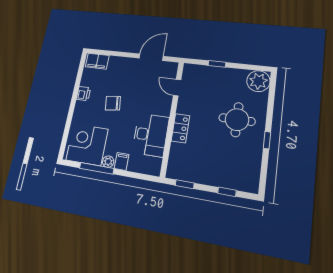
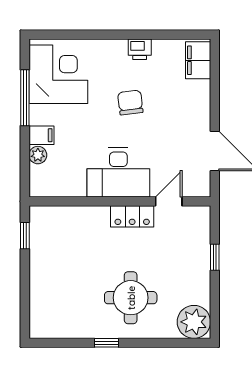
locker: (180, 128) -> (132, 216), moved
desk: (151, 135) -> (118, 173), moved
plant: (108, 162) -> (38, 155), moved
window: (227, 192) -> (25, 296), removed

